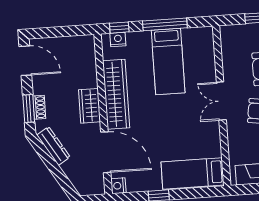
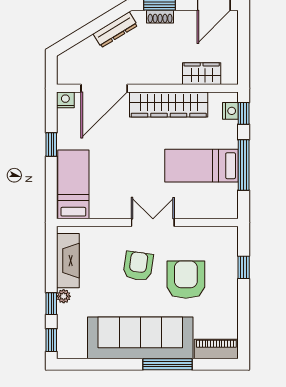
wardrobe: (90, 106) -> (202, 74), moved

